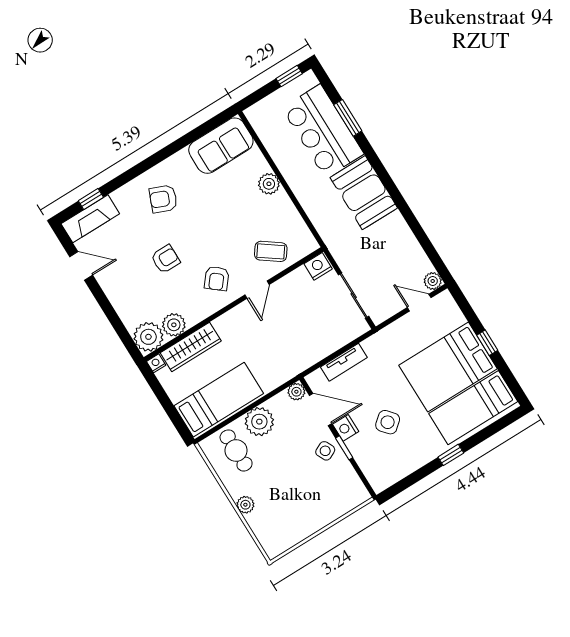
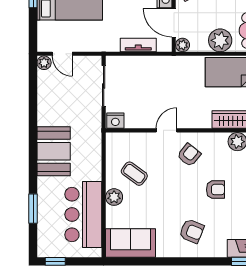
bar counter: (323, 131) -> (83, 215), moved, turned 180
coffee table: (271, 251) -> (134, 174), moved
armchair: (165, 259) -> (215, 190), turned 180

